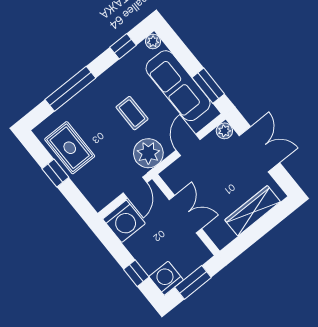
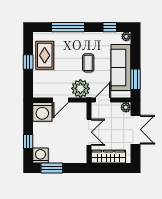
double door: (185, 214) -> (89, 132), moved
wall: (186, 215) -> (89, 133), moved

